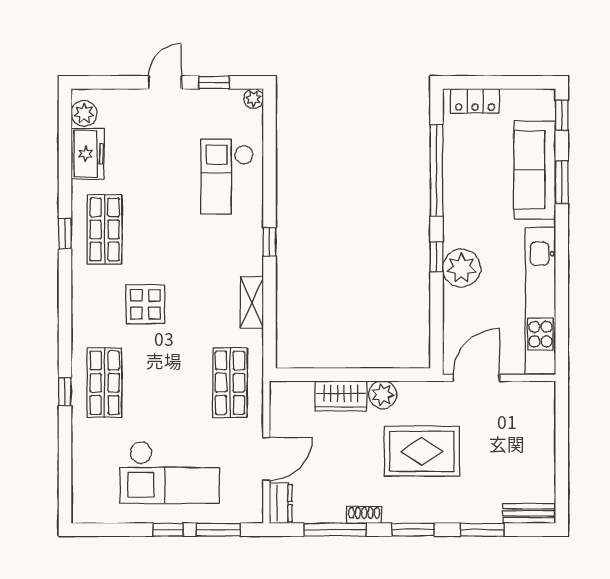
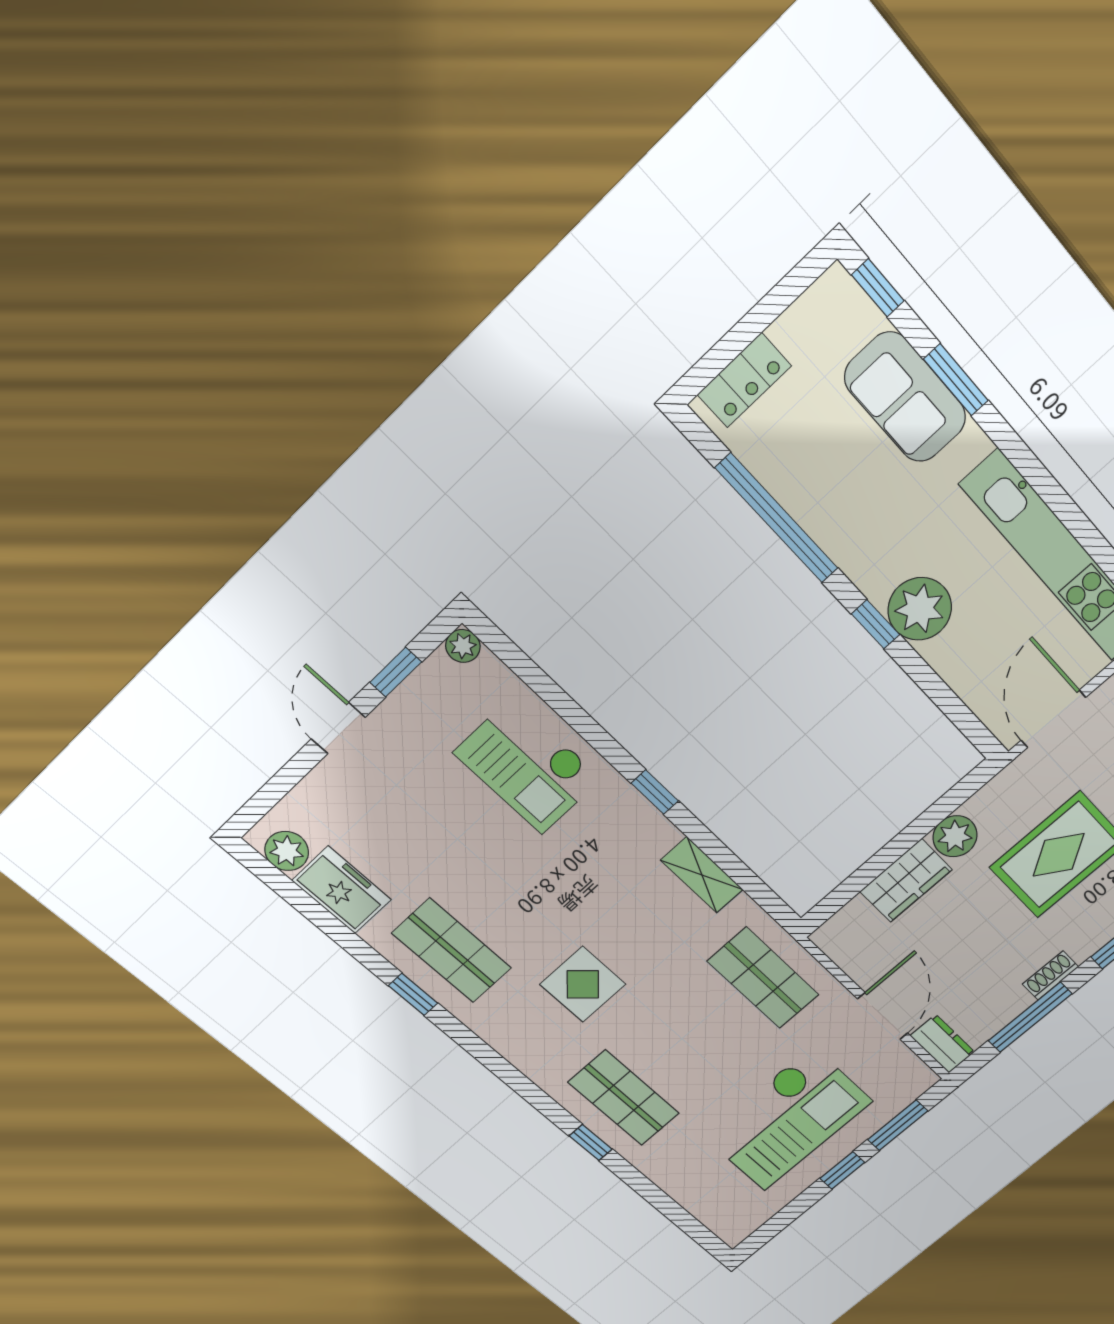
sofa: (535, 170) -> (905, 397), width x0.73

